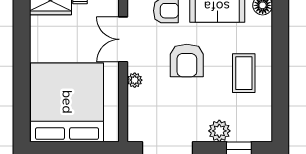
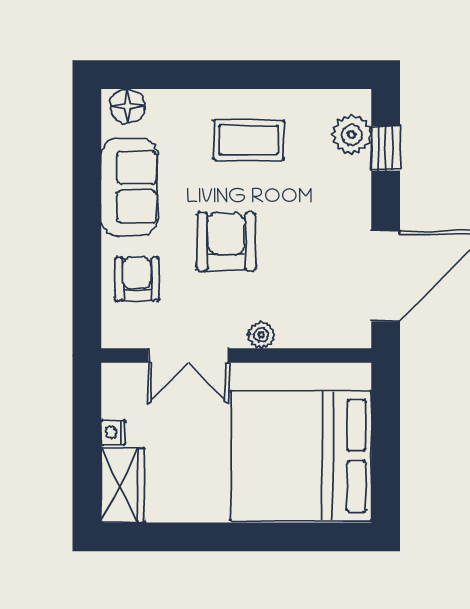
armchair: (187, 61) -> (226, 242), turned -90
plant: (219, 131) -> (352, 135), moved

